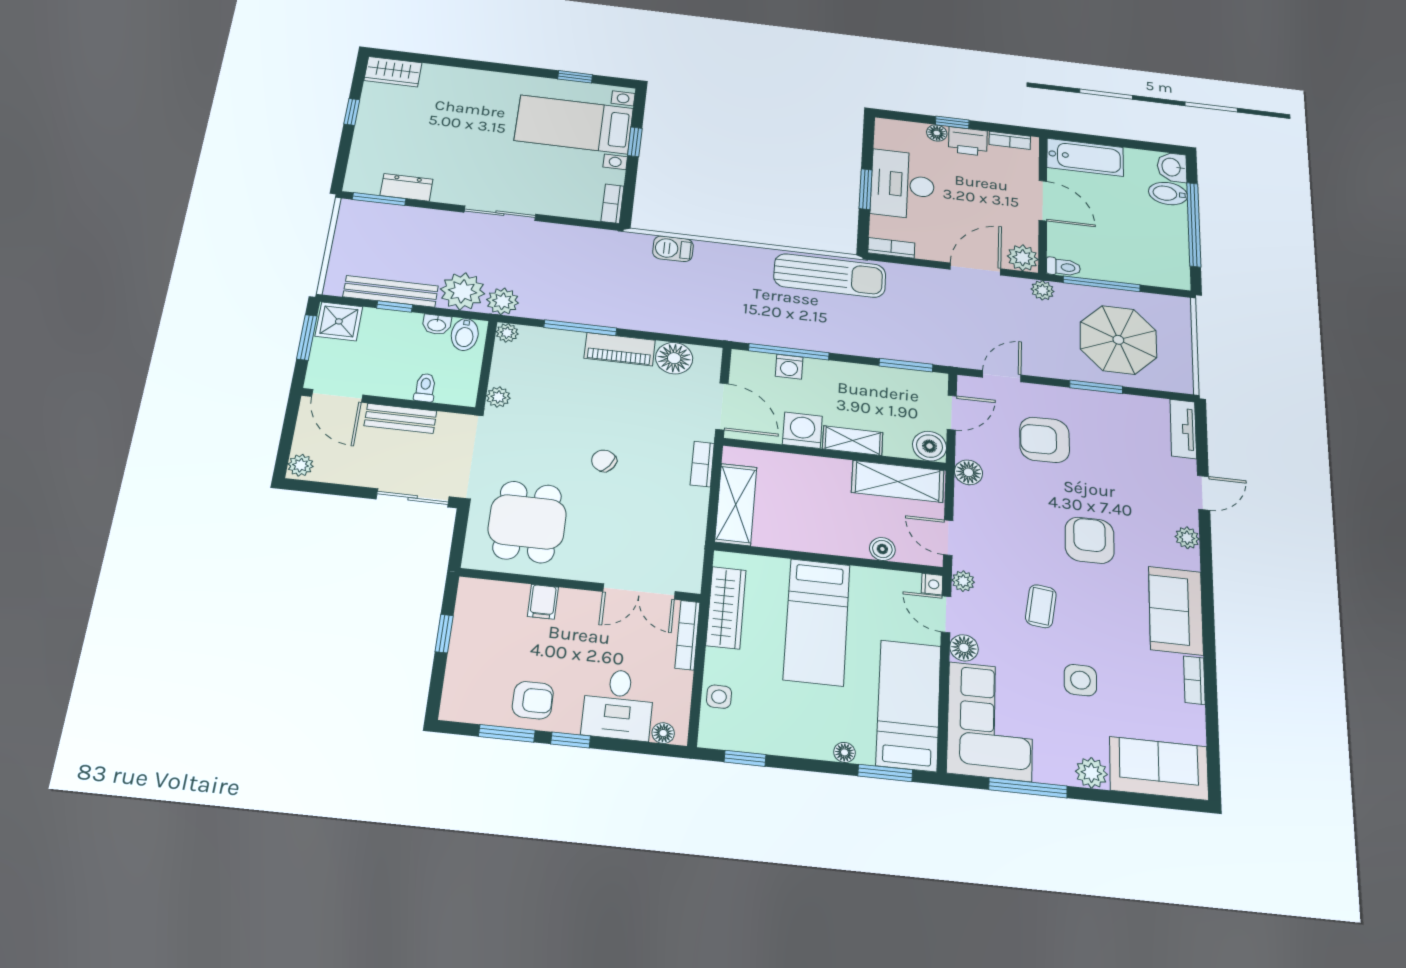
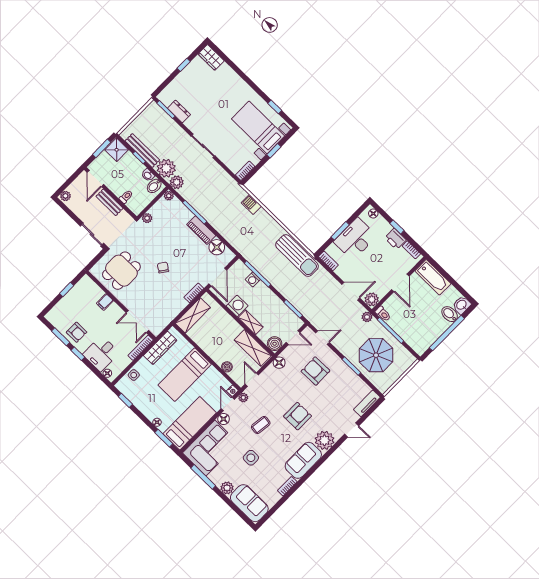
floor lamp: (937, 133) -> (373, 214), moved
plant: (1187, 538) -> (325, 440), width x1.88, depth x1.88

